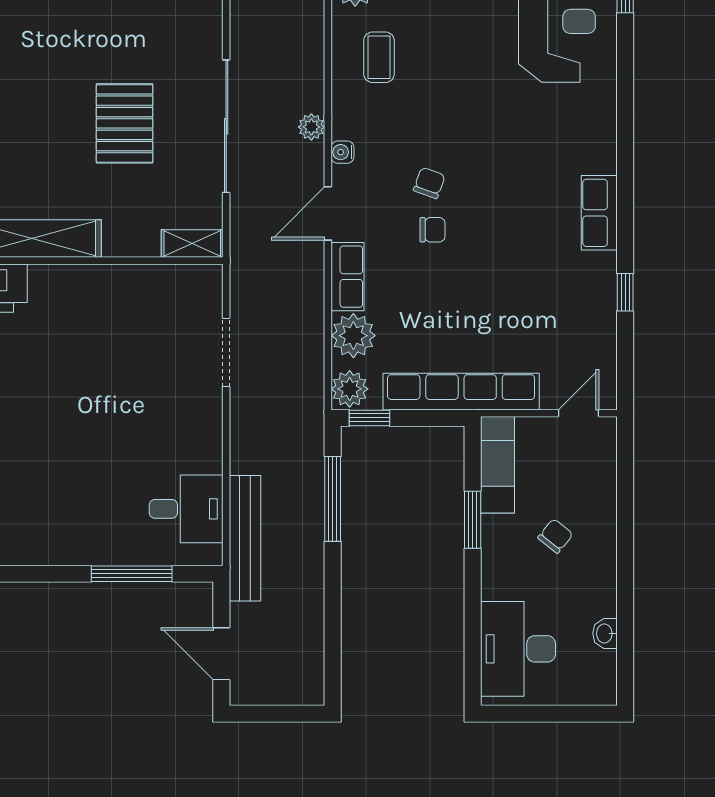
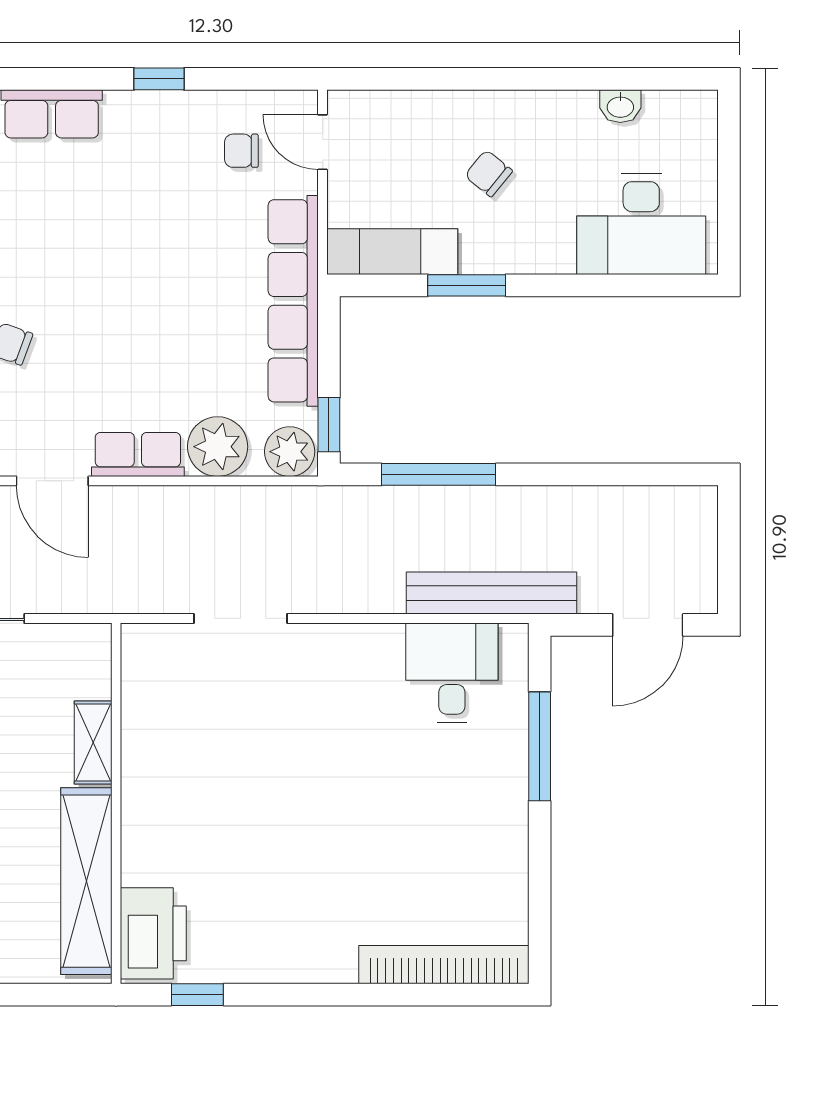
chair: (433, 230) -> (241, 151), moved, turned -90
shelving: (192, 244) -> (93, 742), moved

